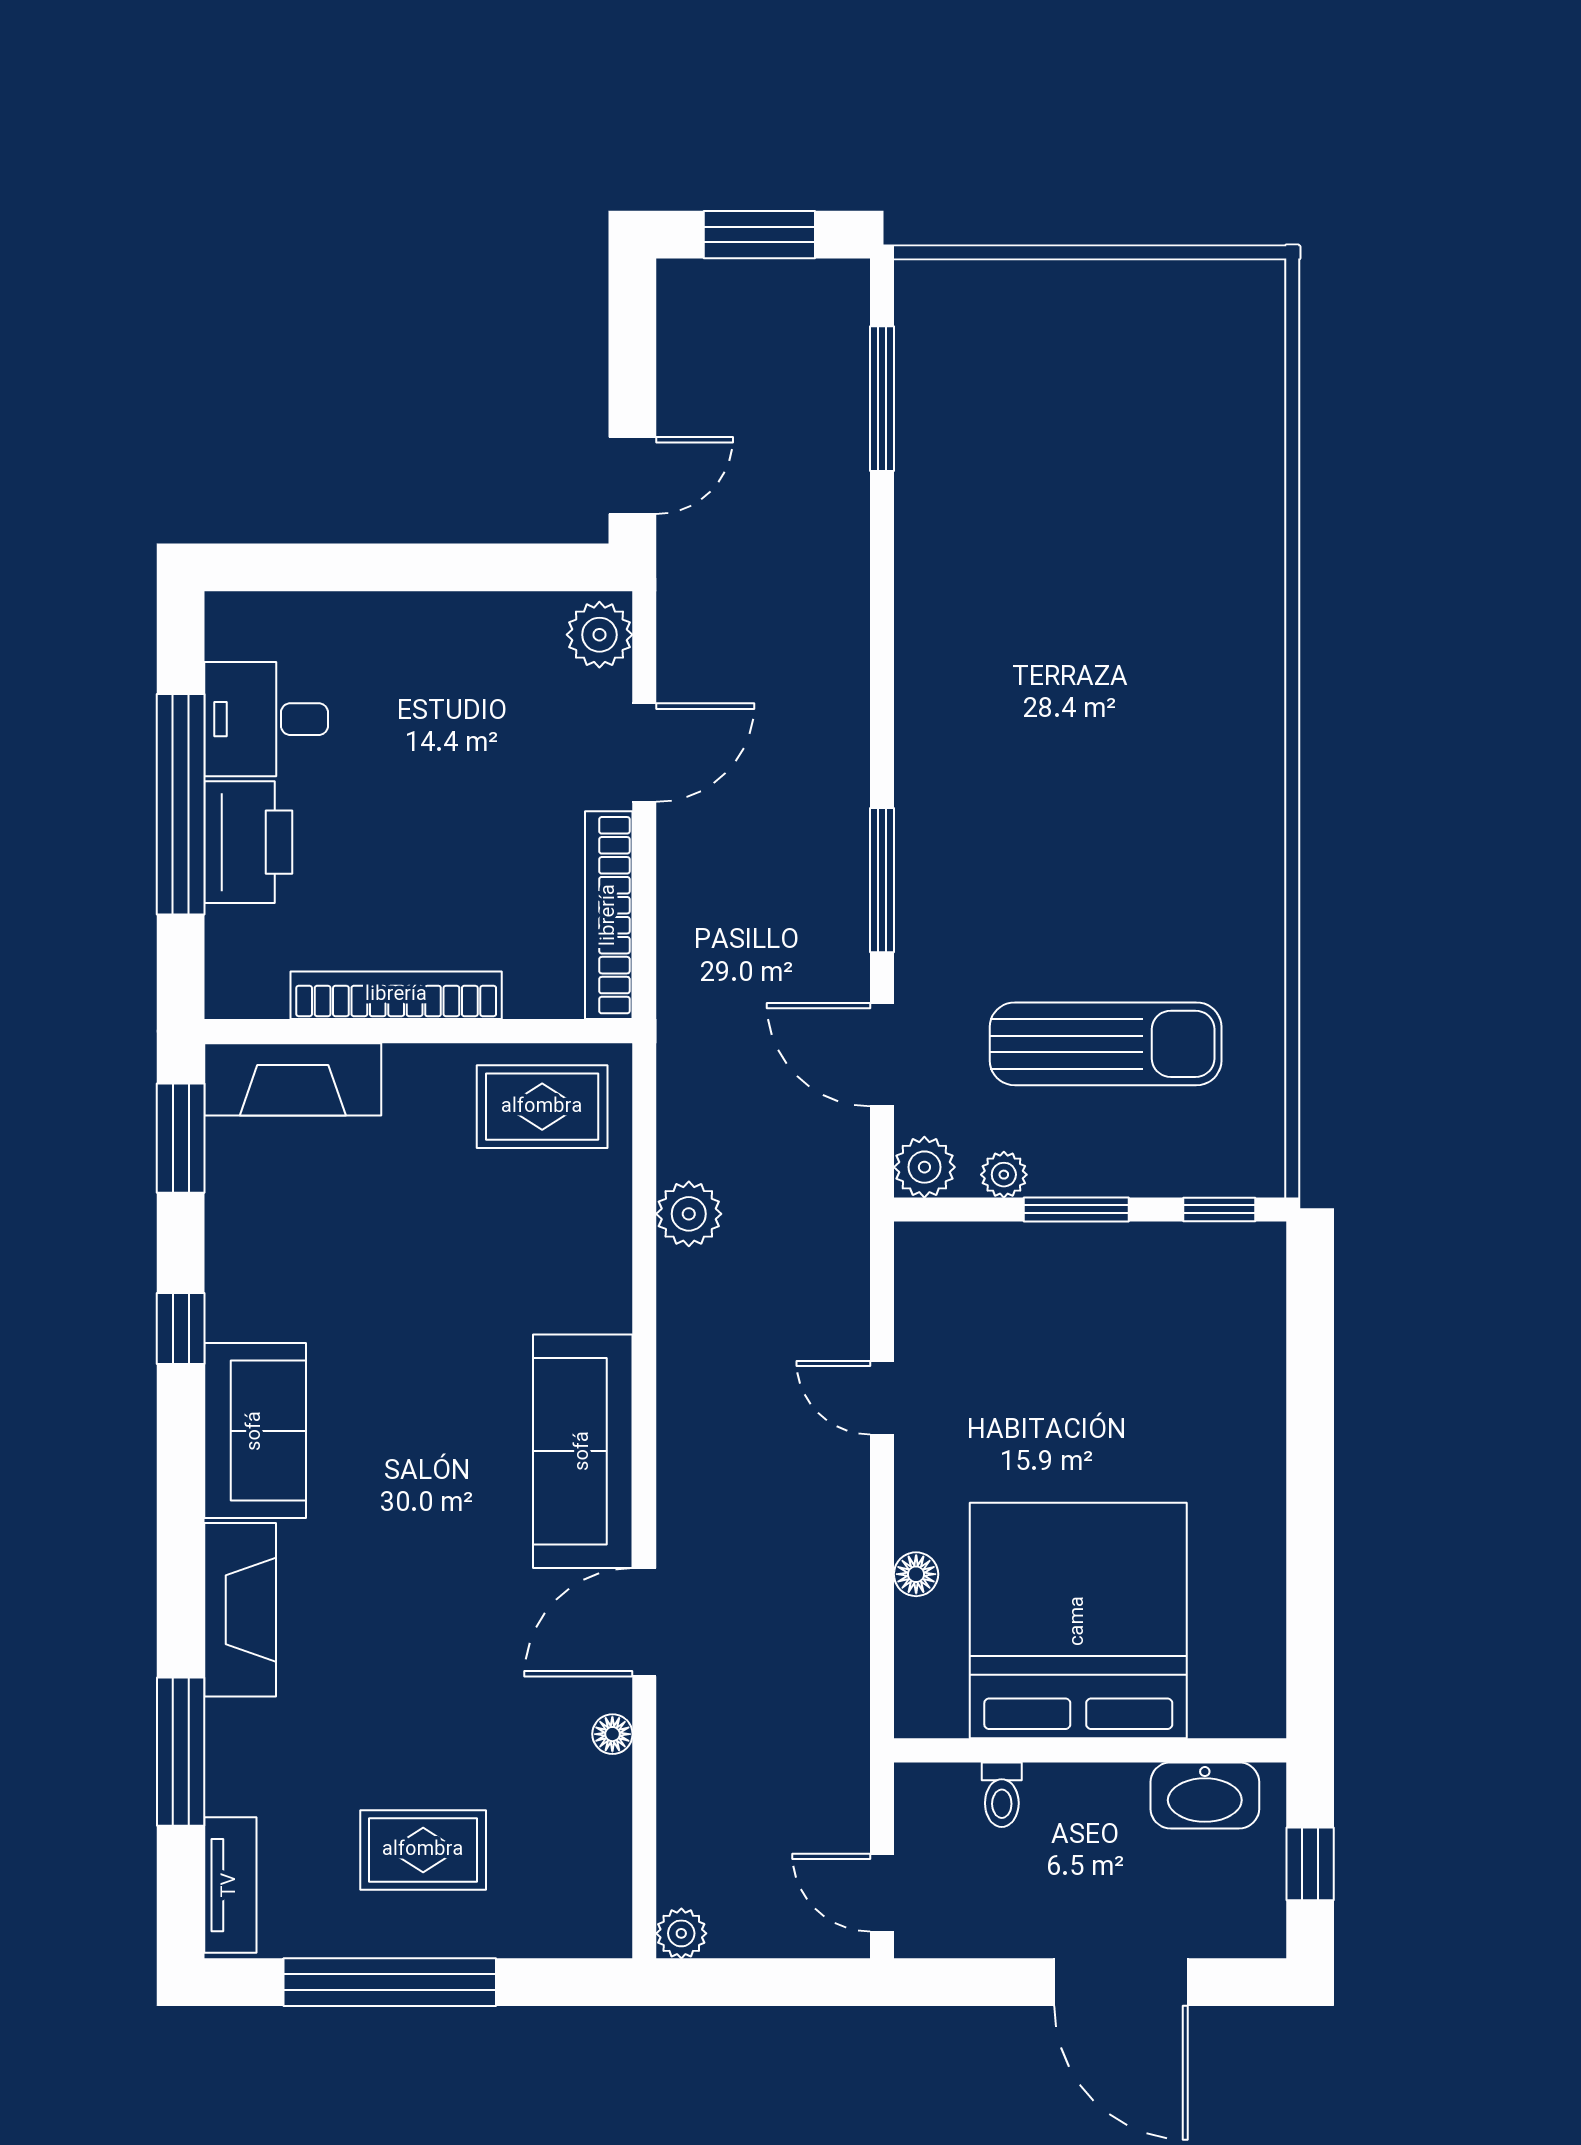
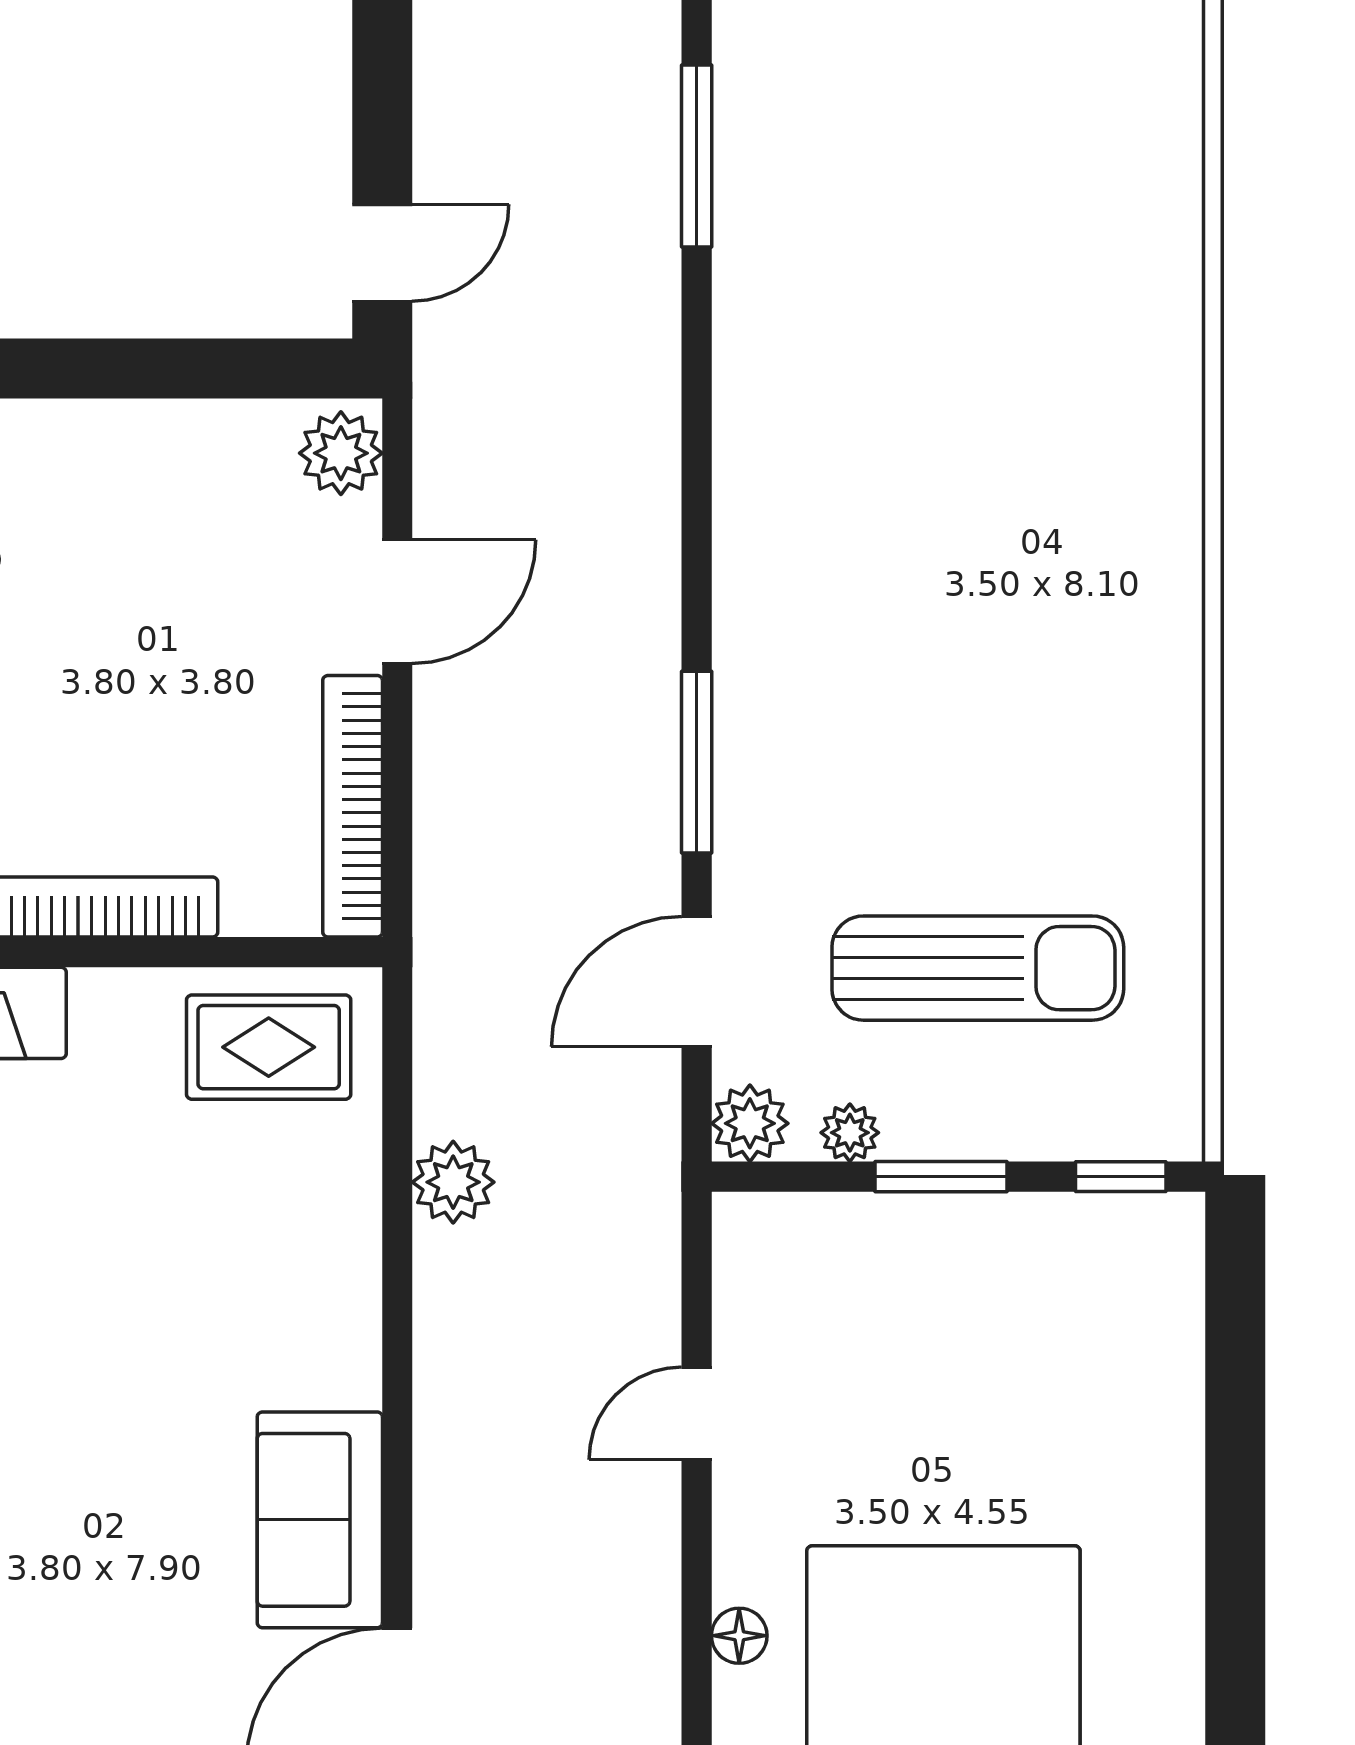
door: (882, 1055) -> (697, 982), hinge flipped
door: (882, 1398) -> (697, 1414), hinge flipped
sofa: (583, 1451) -> (320, 1520), width x0.73

